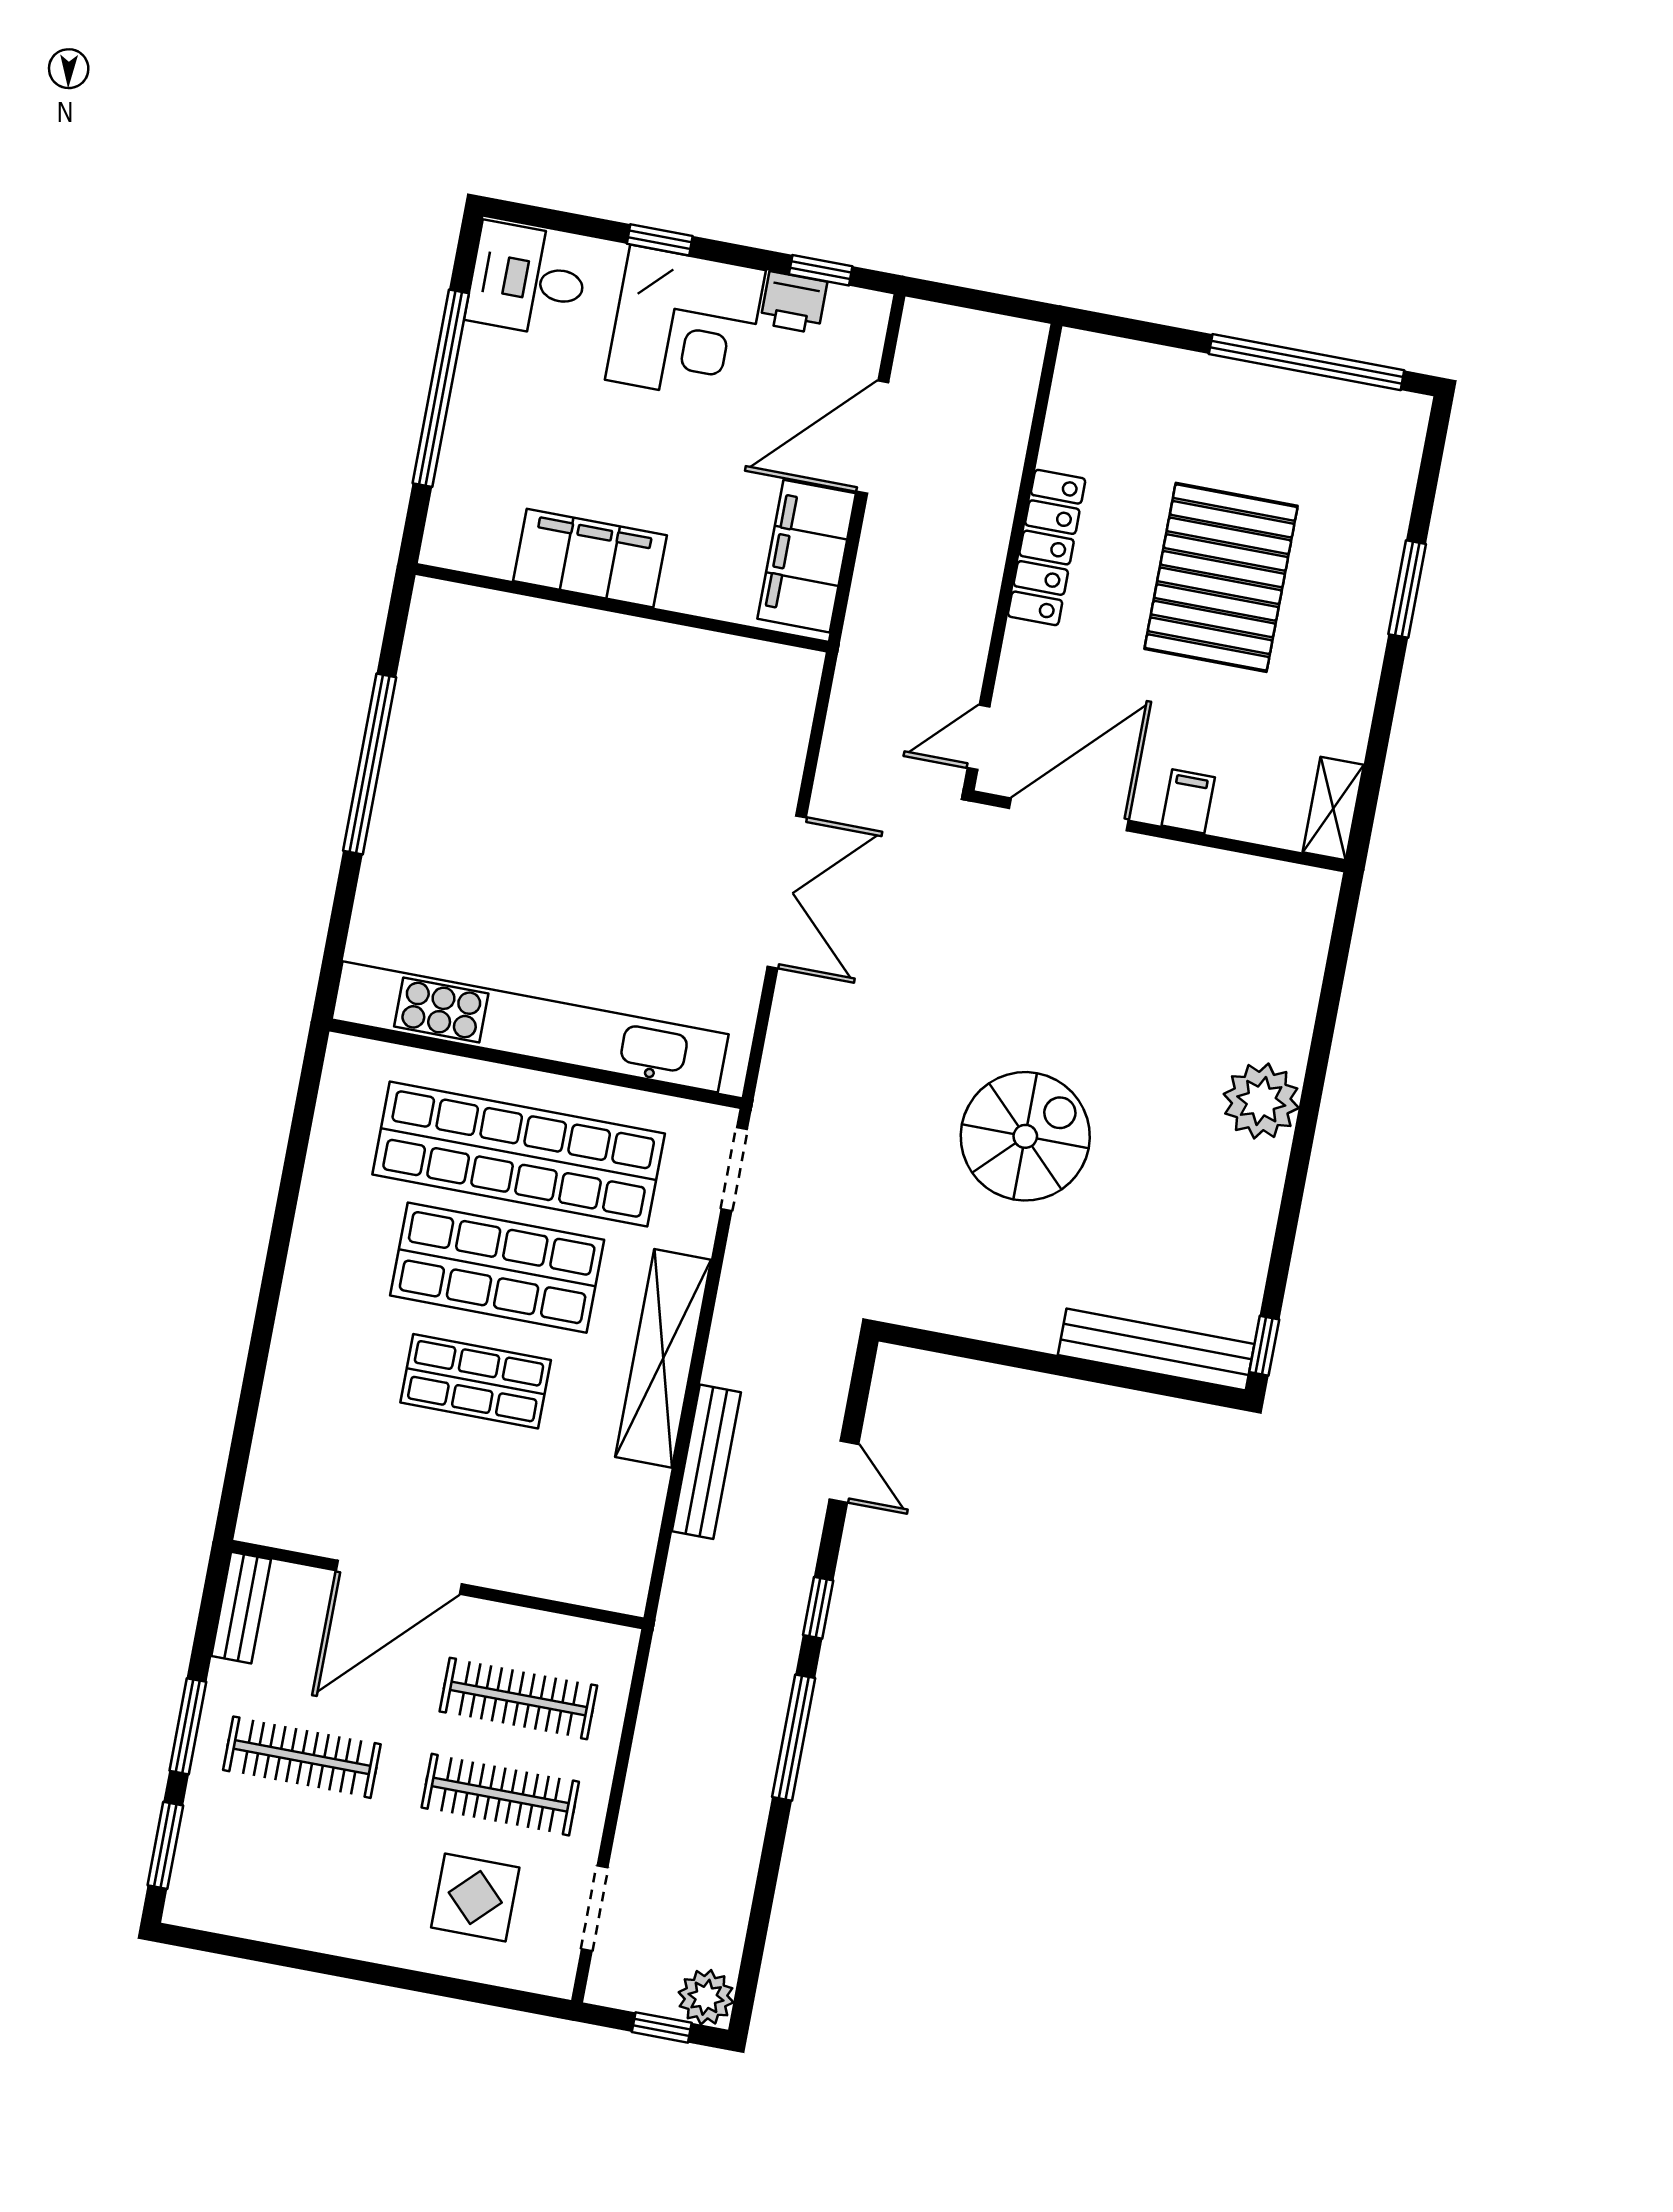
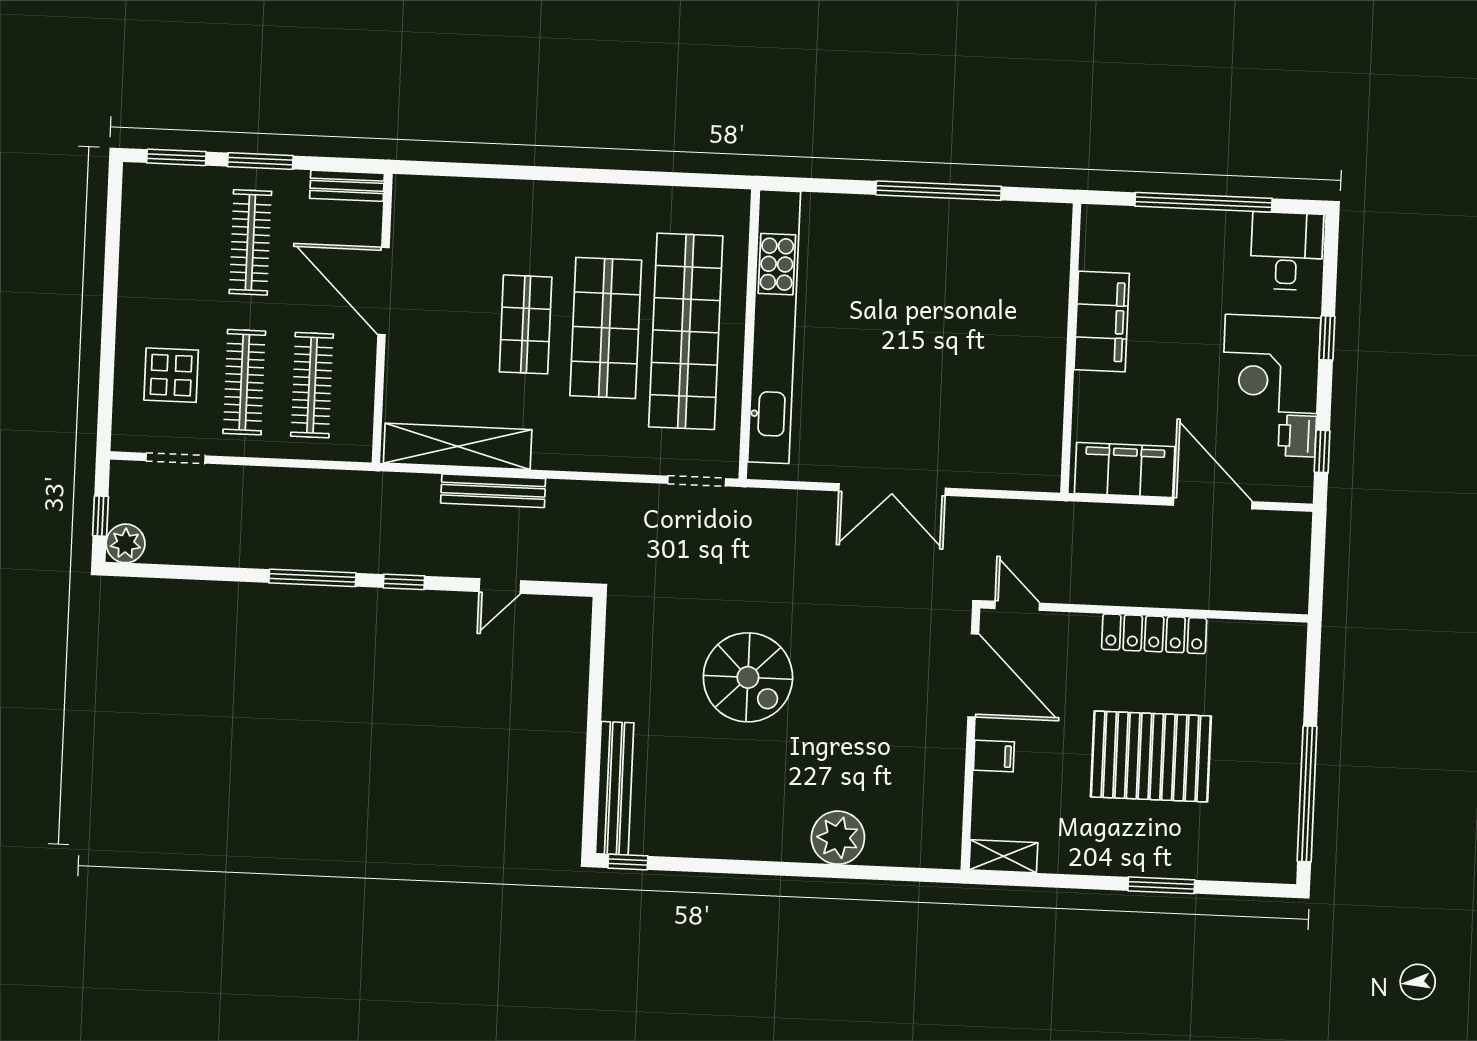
plant: (1261, 1101) -> (838, 838), moved
shelving: (663, 1358) -> (458, 446), moved

